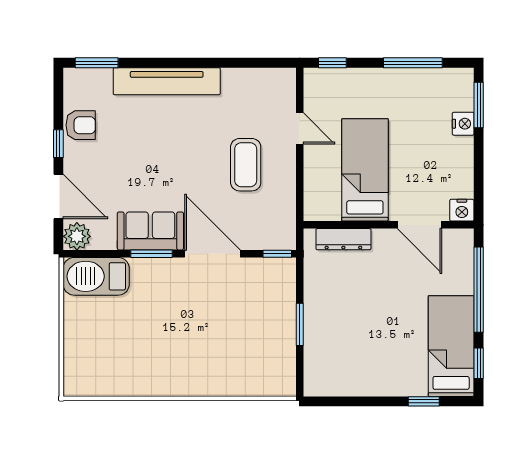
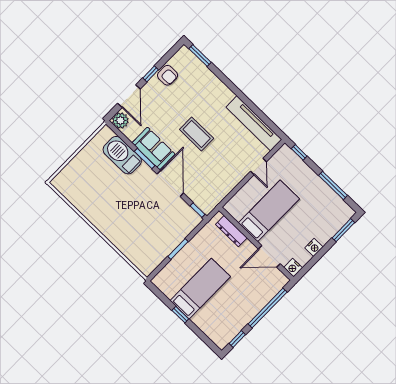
tv unit: (167, 81) -> (254, 123), moved
nightstand: (463, 124) -> (314, 247), moved
coffee table: (246, 165) -> (197, 134), moved, turned 90
door: (419, 225) -> (269, 256), hinge flipped
barbecue: (96, 276) -> (122, 155), moved
bed: (451, 346) -> (200, 289), moved
window: (424, 401) -> (180, 315), moved

